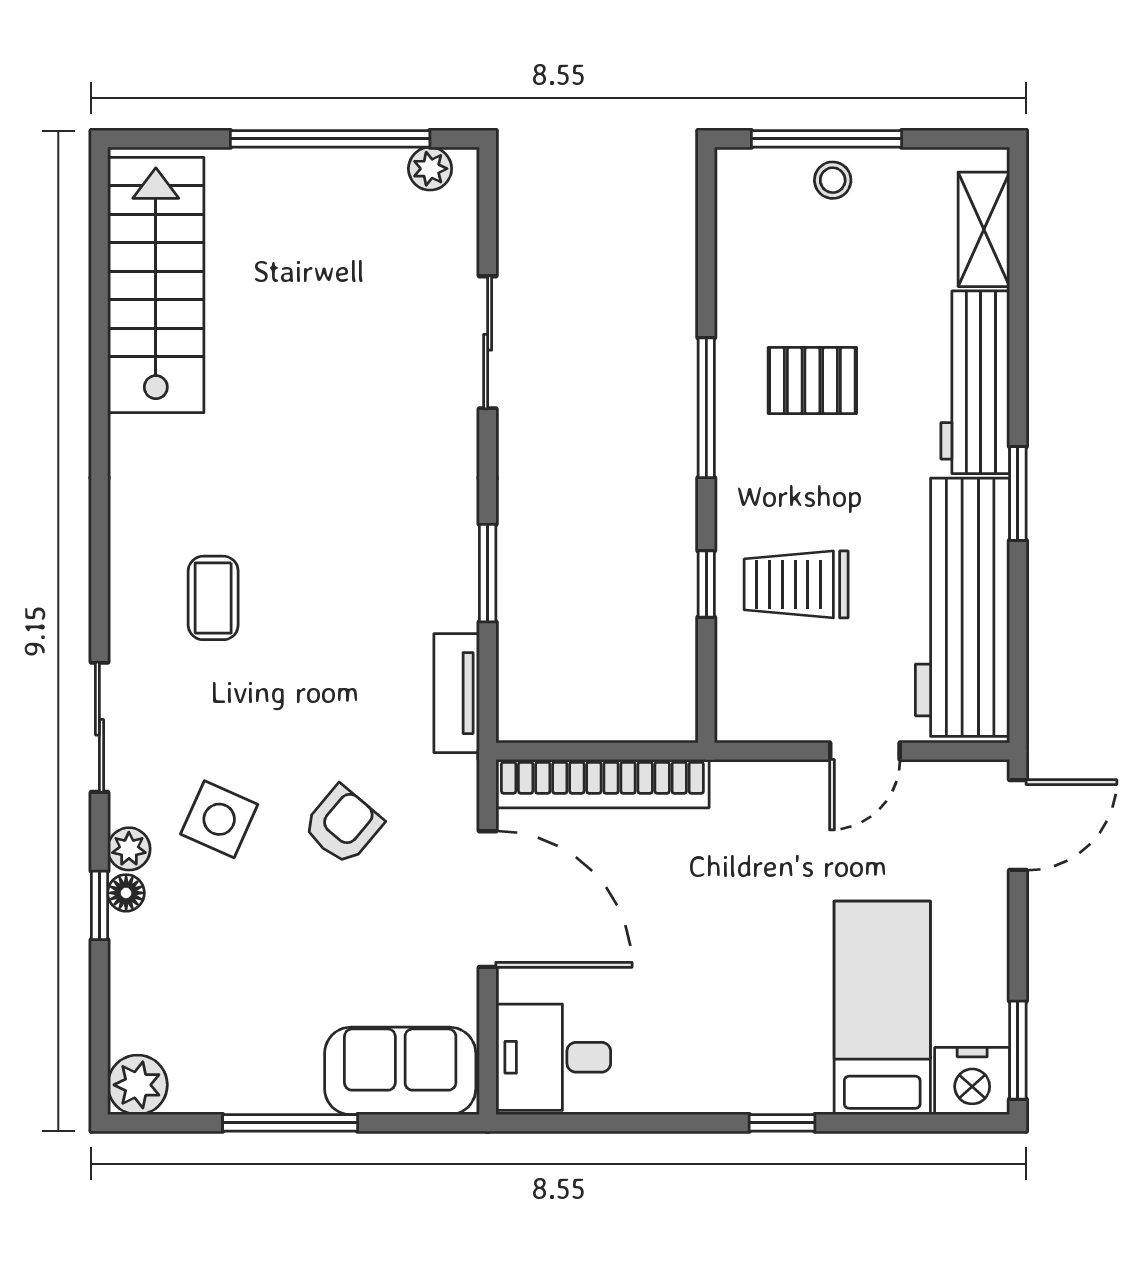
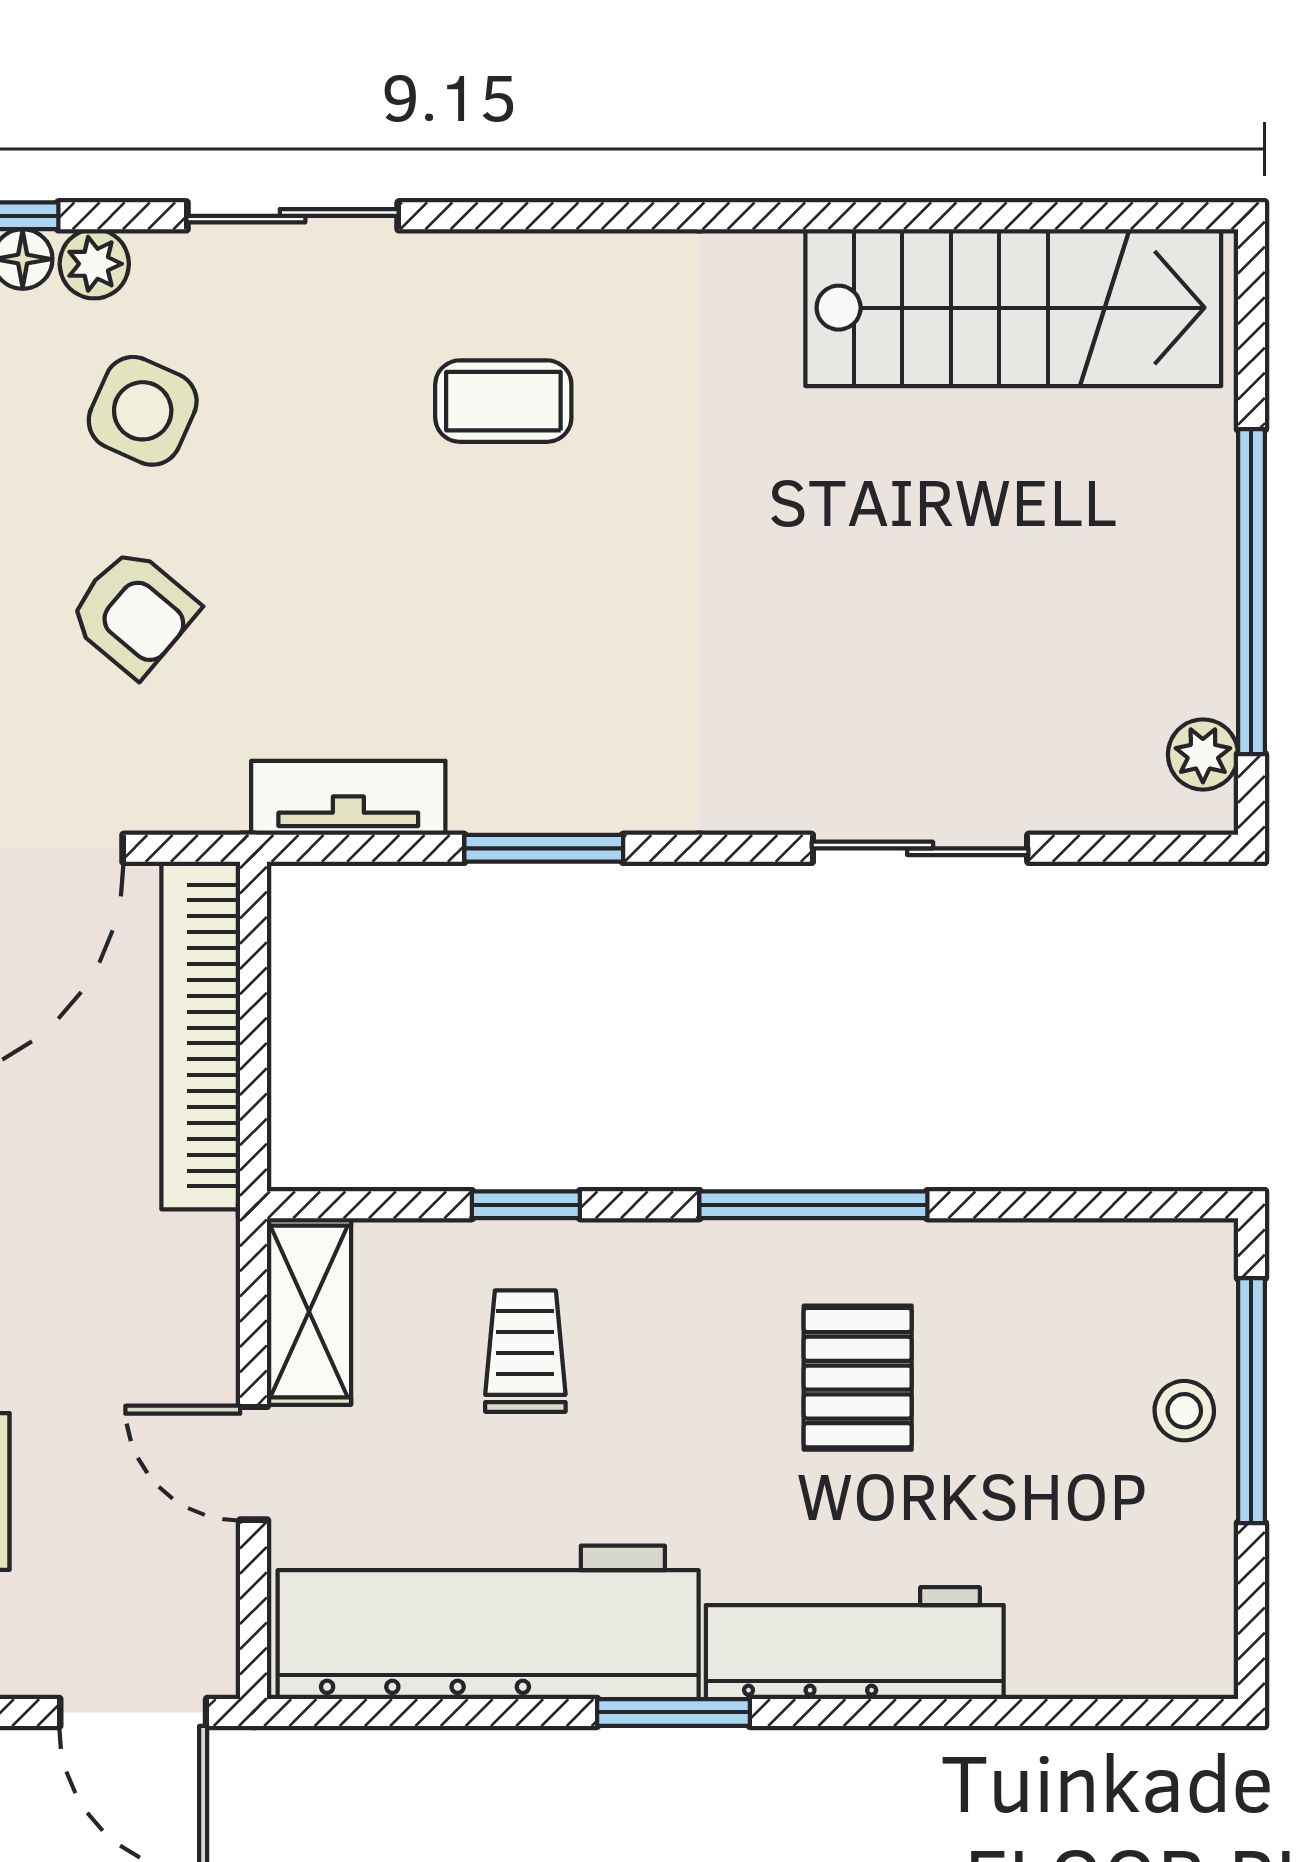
shelving: (984, 229) -> (309, 1311), moved, turned 90
trolley: (796, 584) -> (525, 1351), width x0.73, depth x0.72

